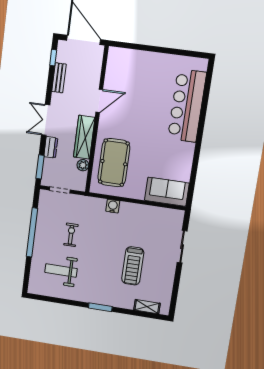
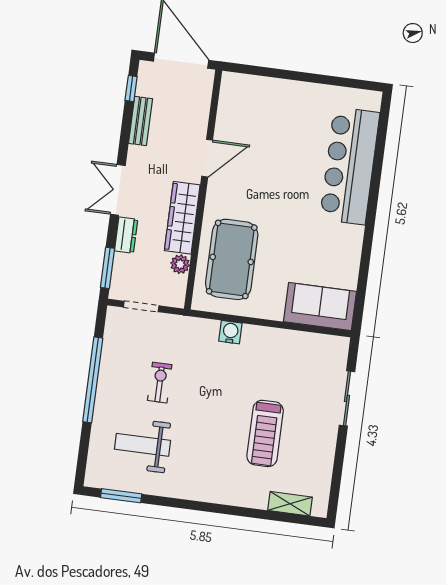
window: (100, 307) -> (121, 496), moved

